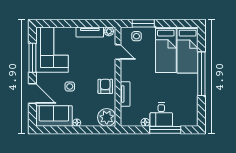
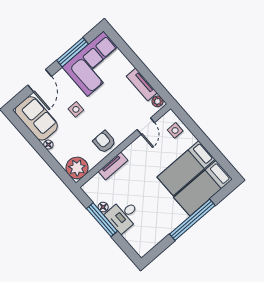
window: (143, 23) -> (192, 126), removed
armchair: (105, 86) -> (104, 142), turned -90
window: (165, 130) -> (102, 220), moved

